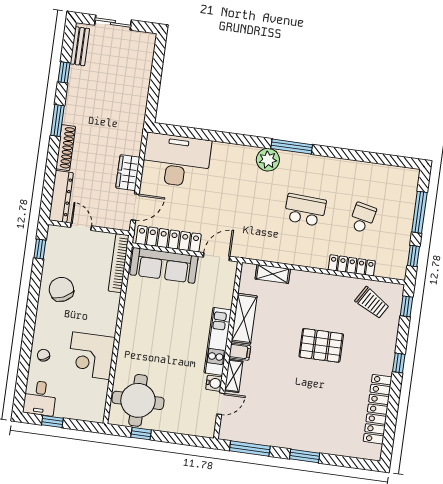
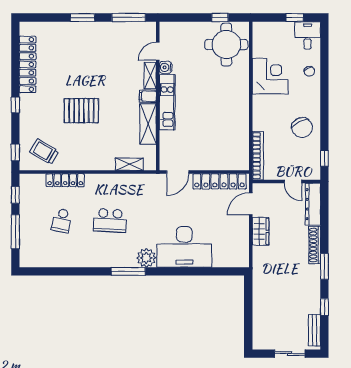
desk: (176, 160) -> (184, 247), moved
sofa: (164, 265) -> (220, 159), removed

